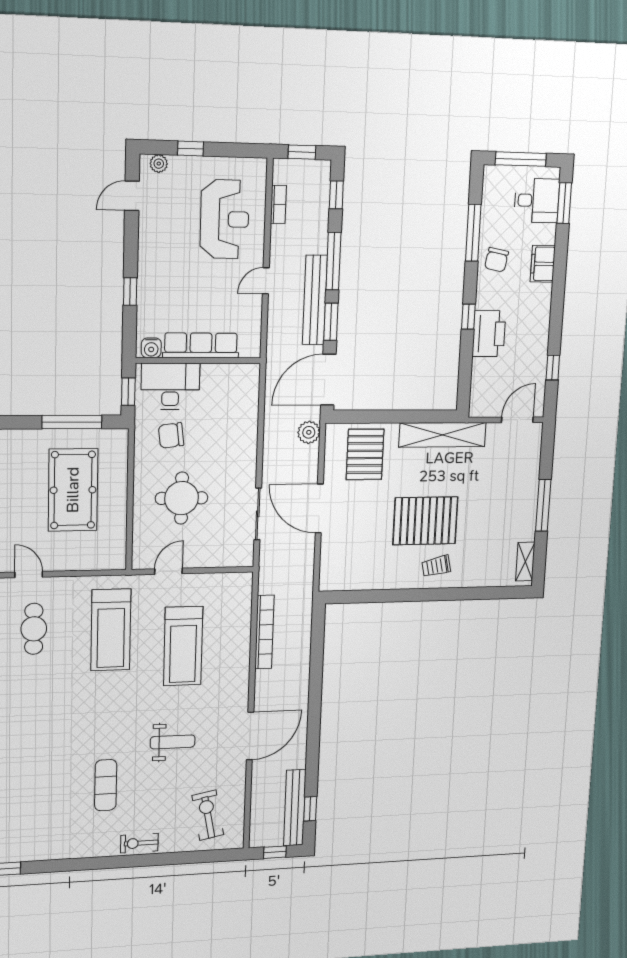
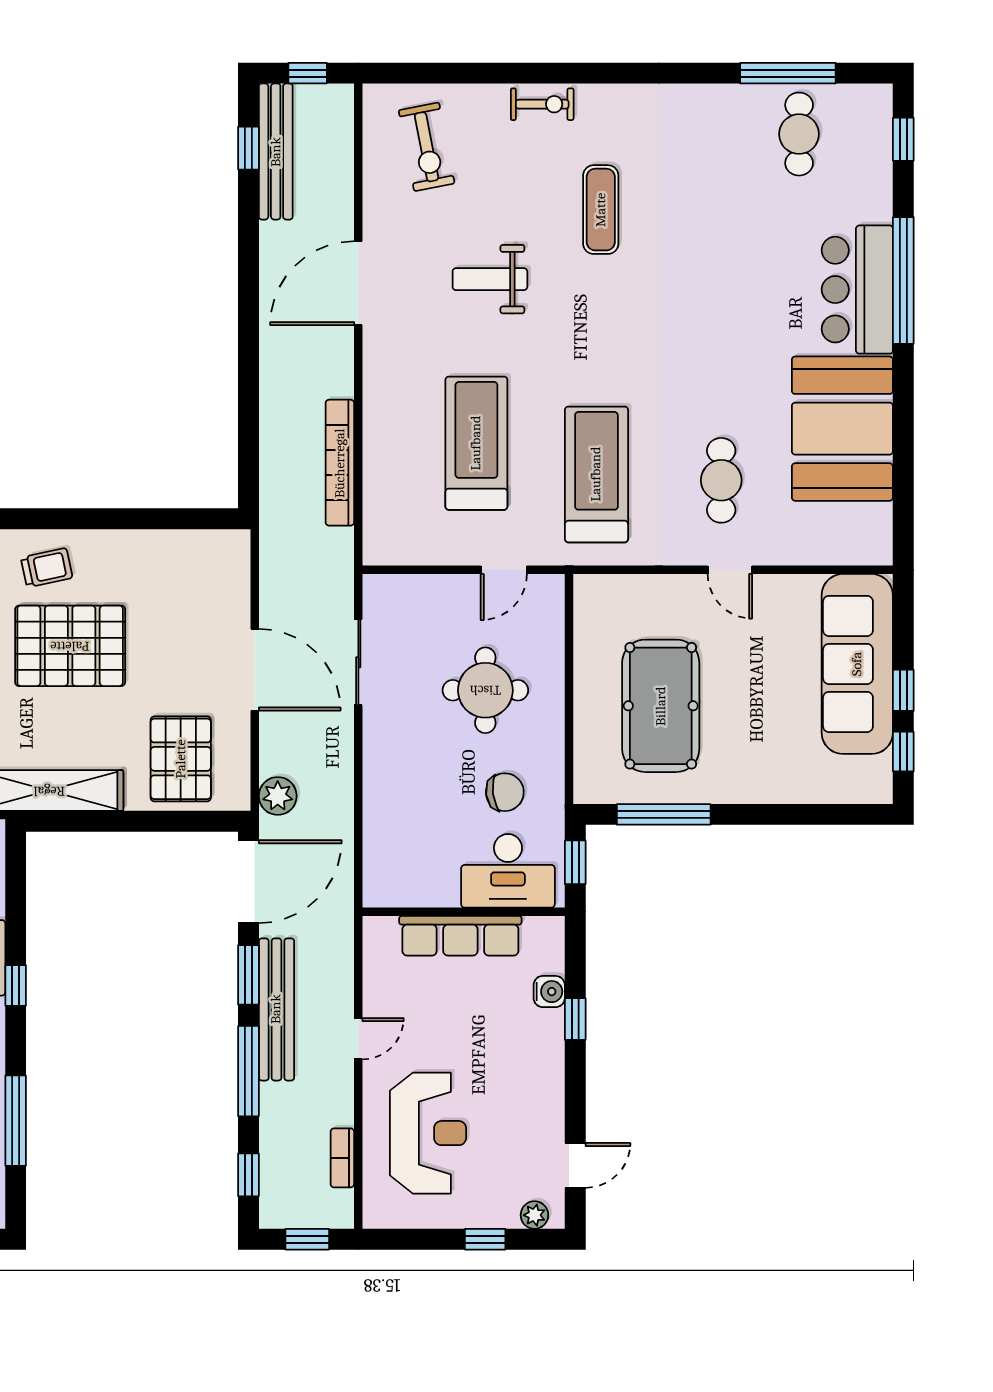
reception desk: (225, 219) -> (428, 1133), turned 180
water cooler: (151, 348) -> (549, 992), moved, turned 90

